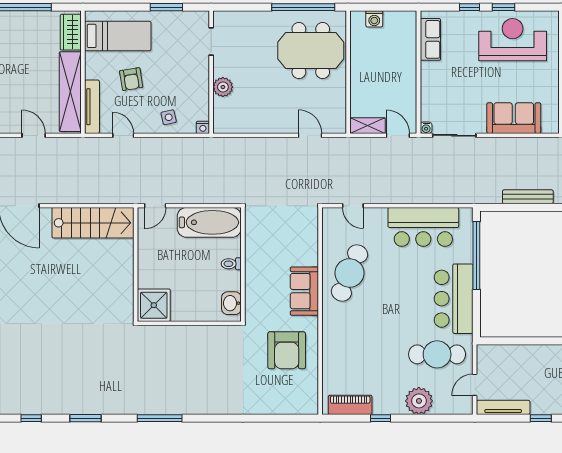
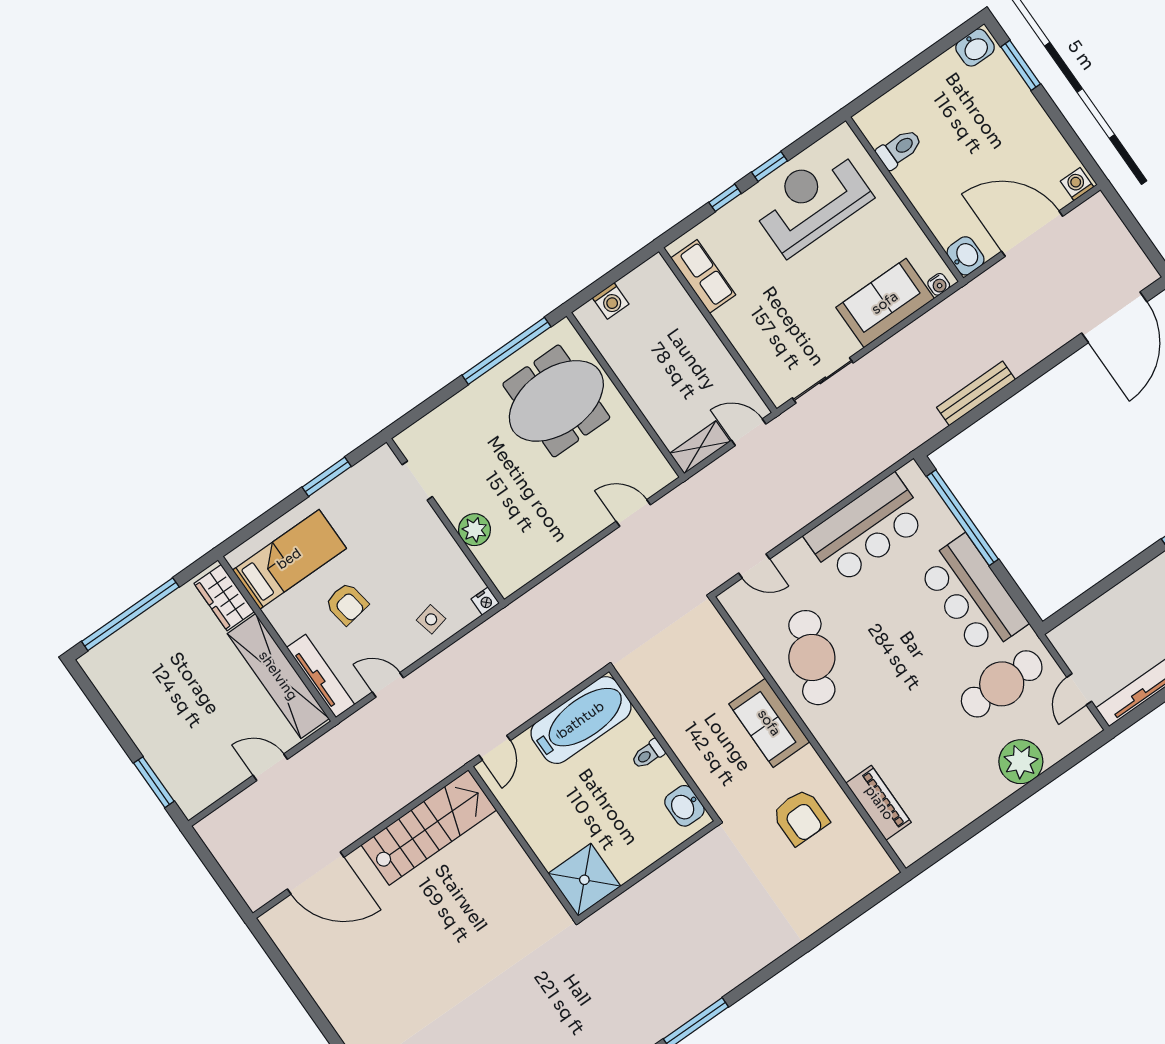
water cooler: (426, 128) -> (939, 284), moved
armchair: (287, 350) -> (800, 817), width x0.73, depth x0.73
piano: (350, 405) -> (879, 803), moved, turned 90
window: (381, 418) -> (986, 820), removed

